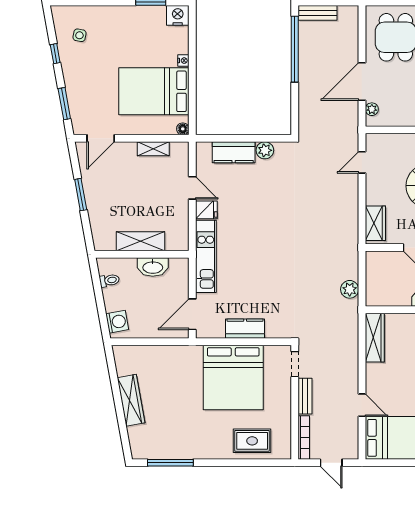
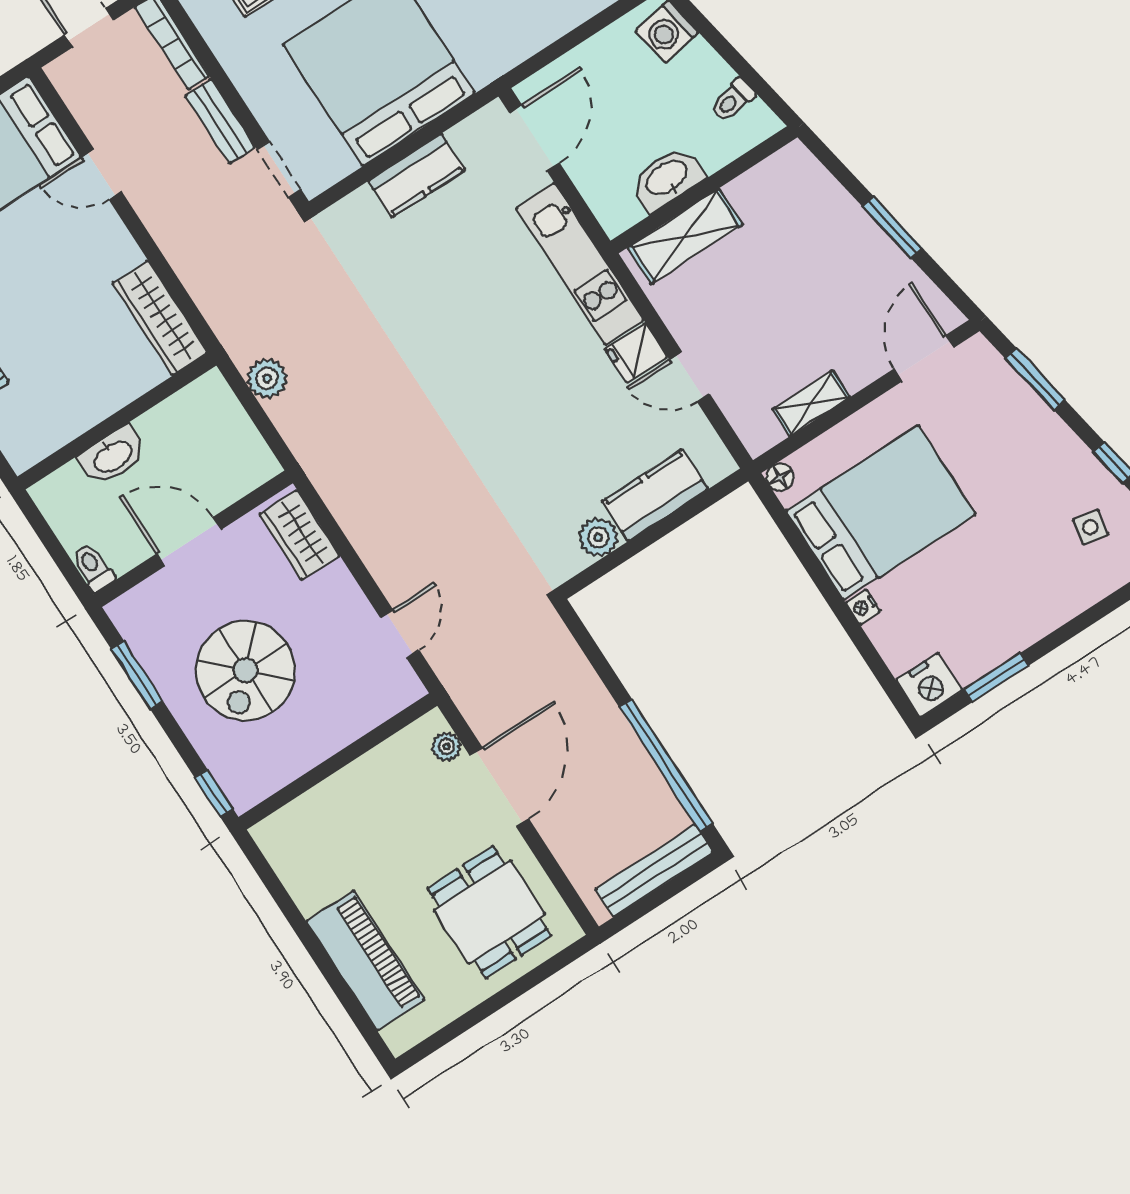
bench: (317, 13) -> (654, 871), width x1.36
shelving: (141, 241) -> (685, 236), moved

